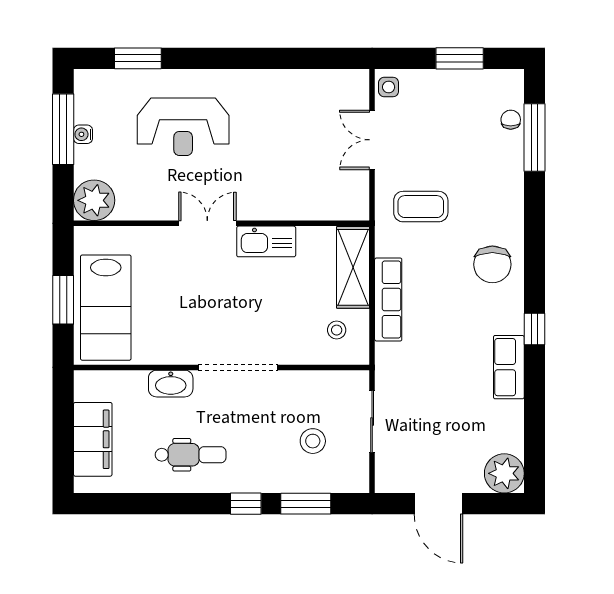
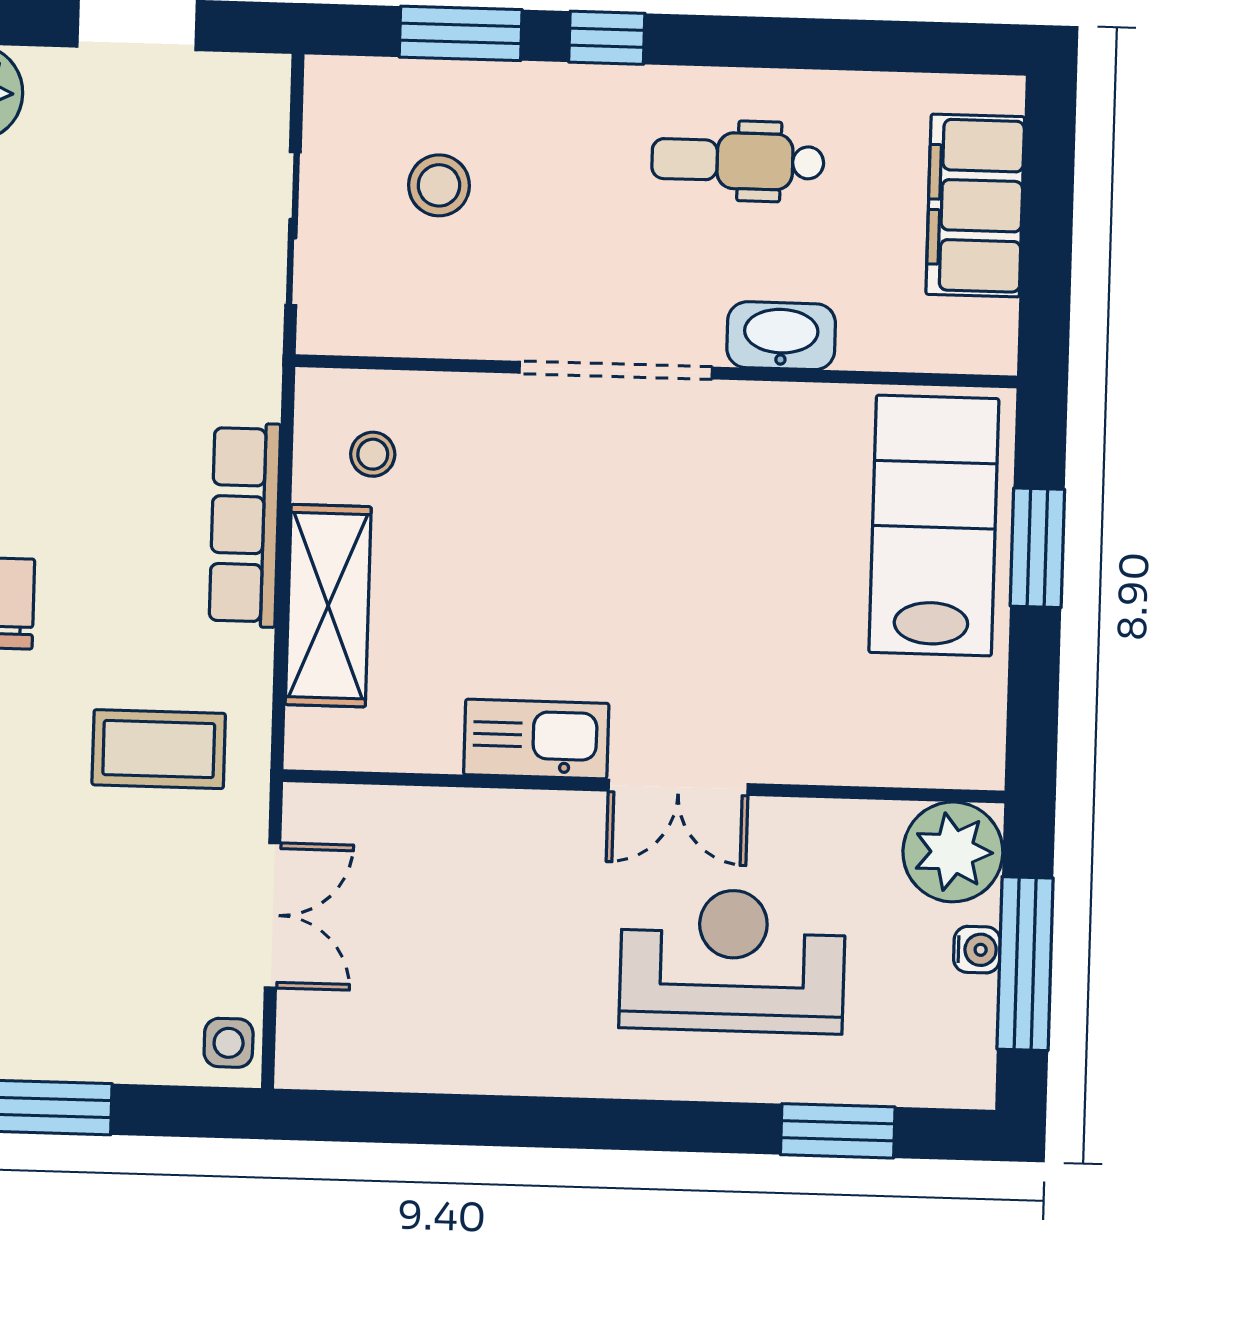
plant: (94, 200) -> (953, 852), moved
double door: (207, 223) -> (678, 787), moved
wall: (222, 223) -> (644, 786), moved
kitchen sink: (266, 241) -> (536, 739), moved

